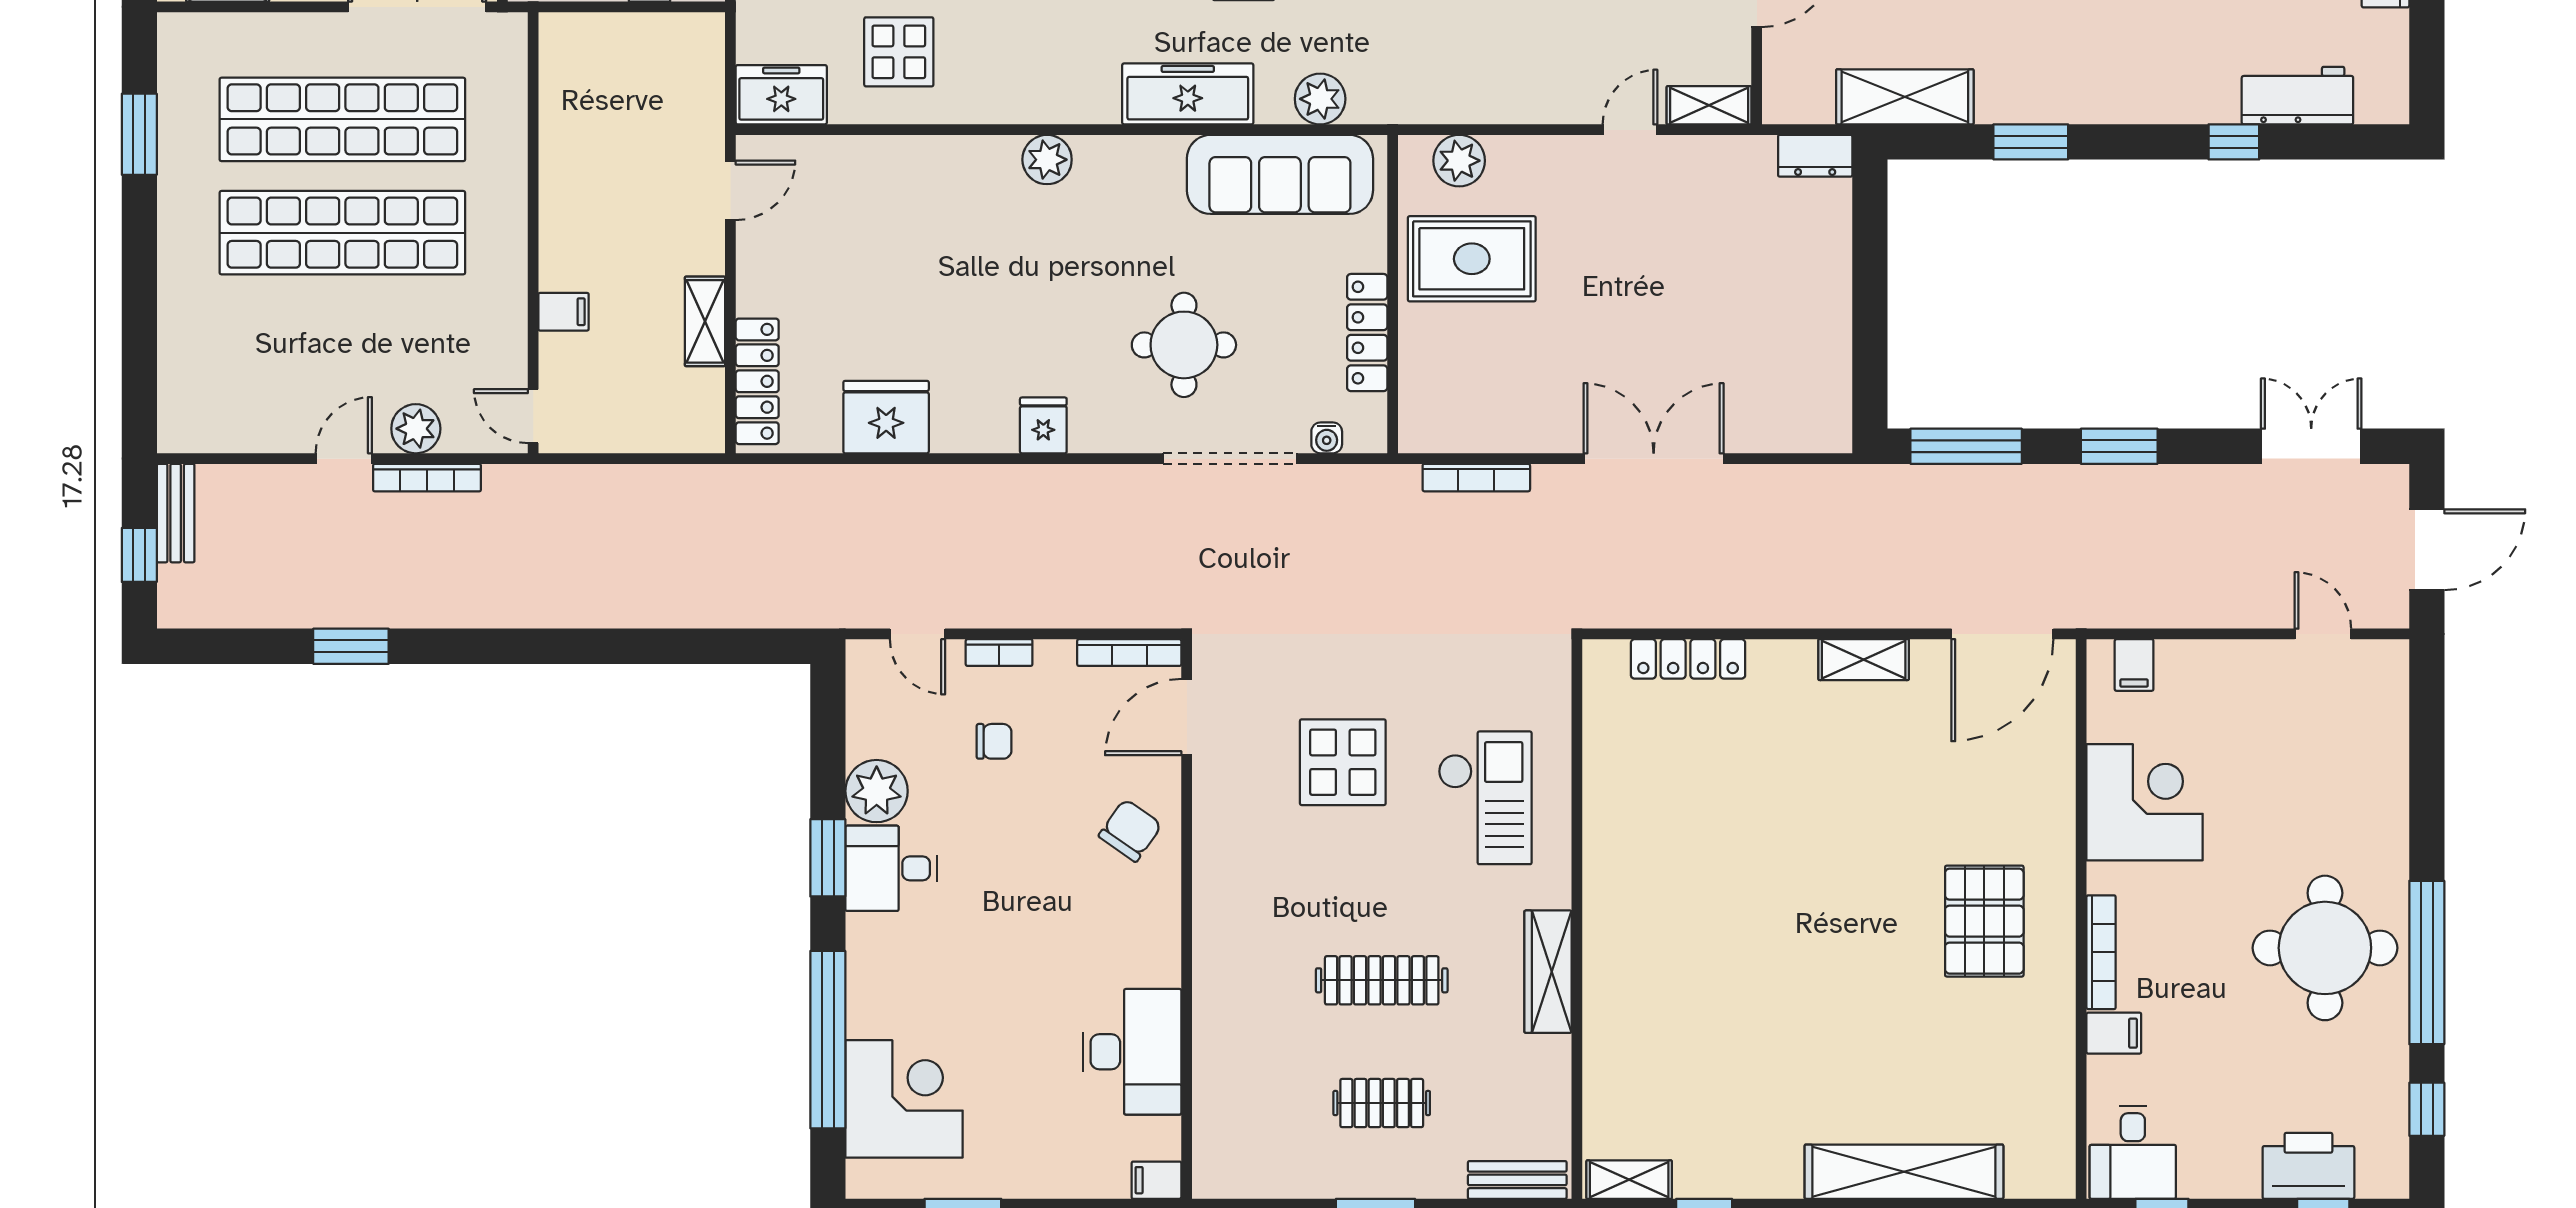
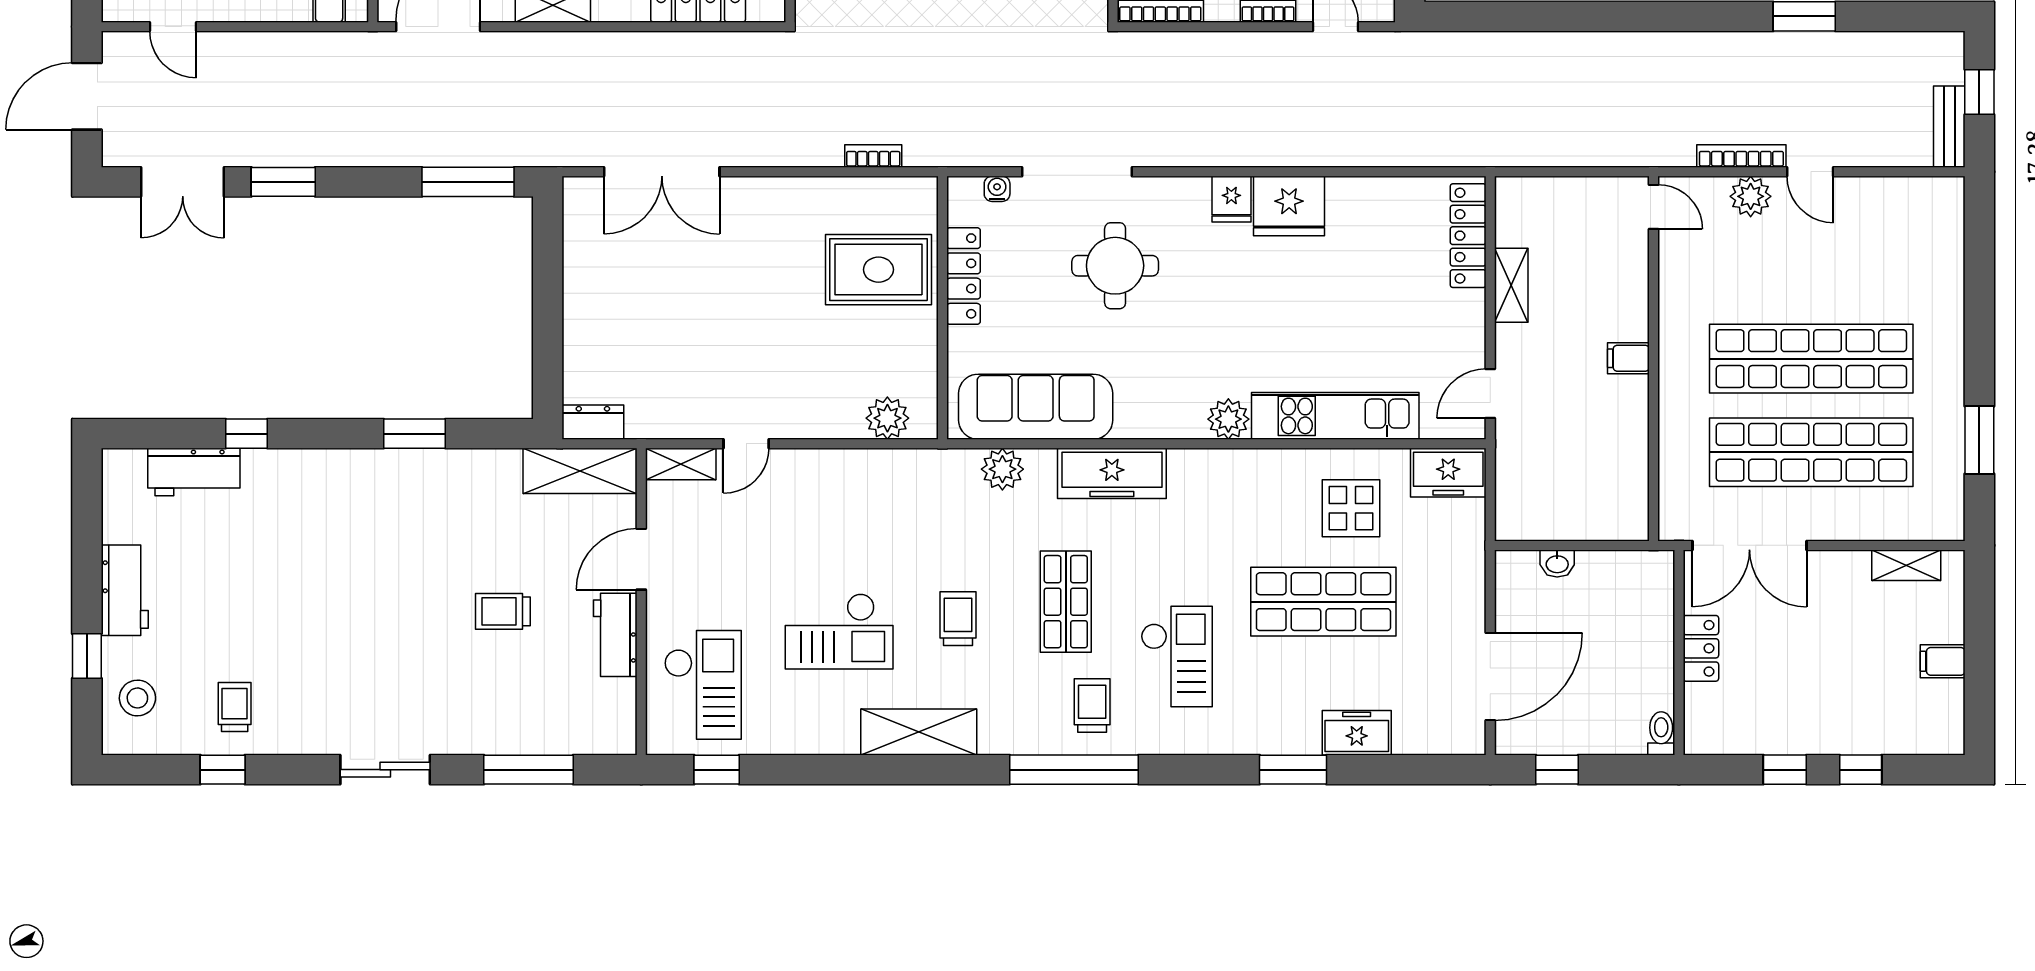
shelving: (1905, 97) -> (580, 471), moved
kitchen unit: (918, 163) -> (1335, 416), added
rug: (1472, 259) -> (878, 270), moved
filing cabinet: (564, 312) -> (1628, 358), moved
fridge: (886, 417) -> (1289, 206), moved
window: (2119, 446) -> (283, 182), moved
door: (344, 459) -> (1810, 172), hinge flipped
double door: (1654, 459) -> (662, 172), moved
bookcase: (1476, 478) -> (873, 156), width x0.64

